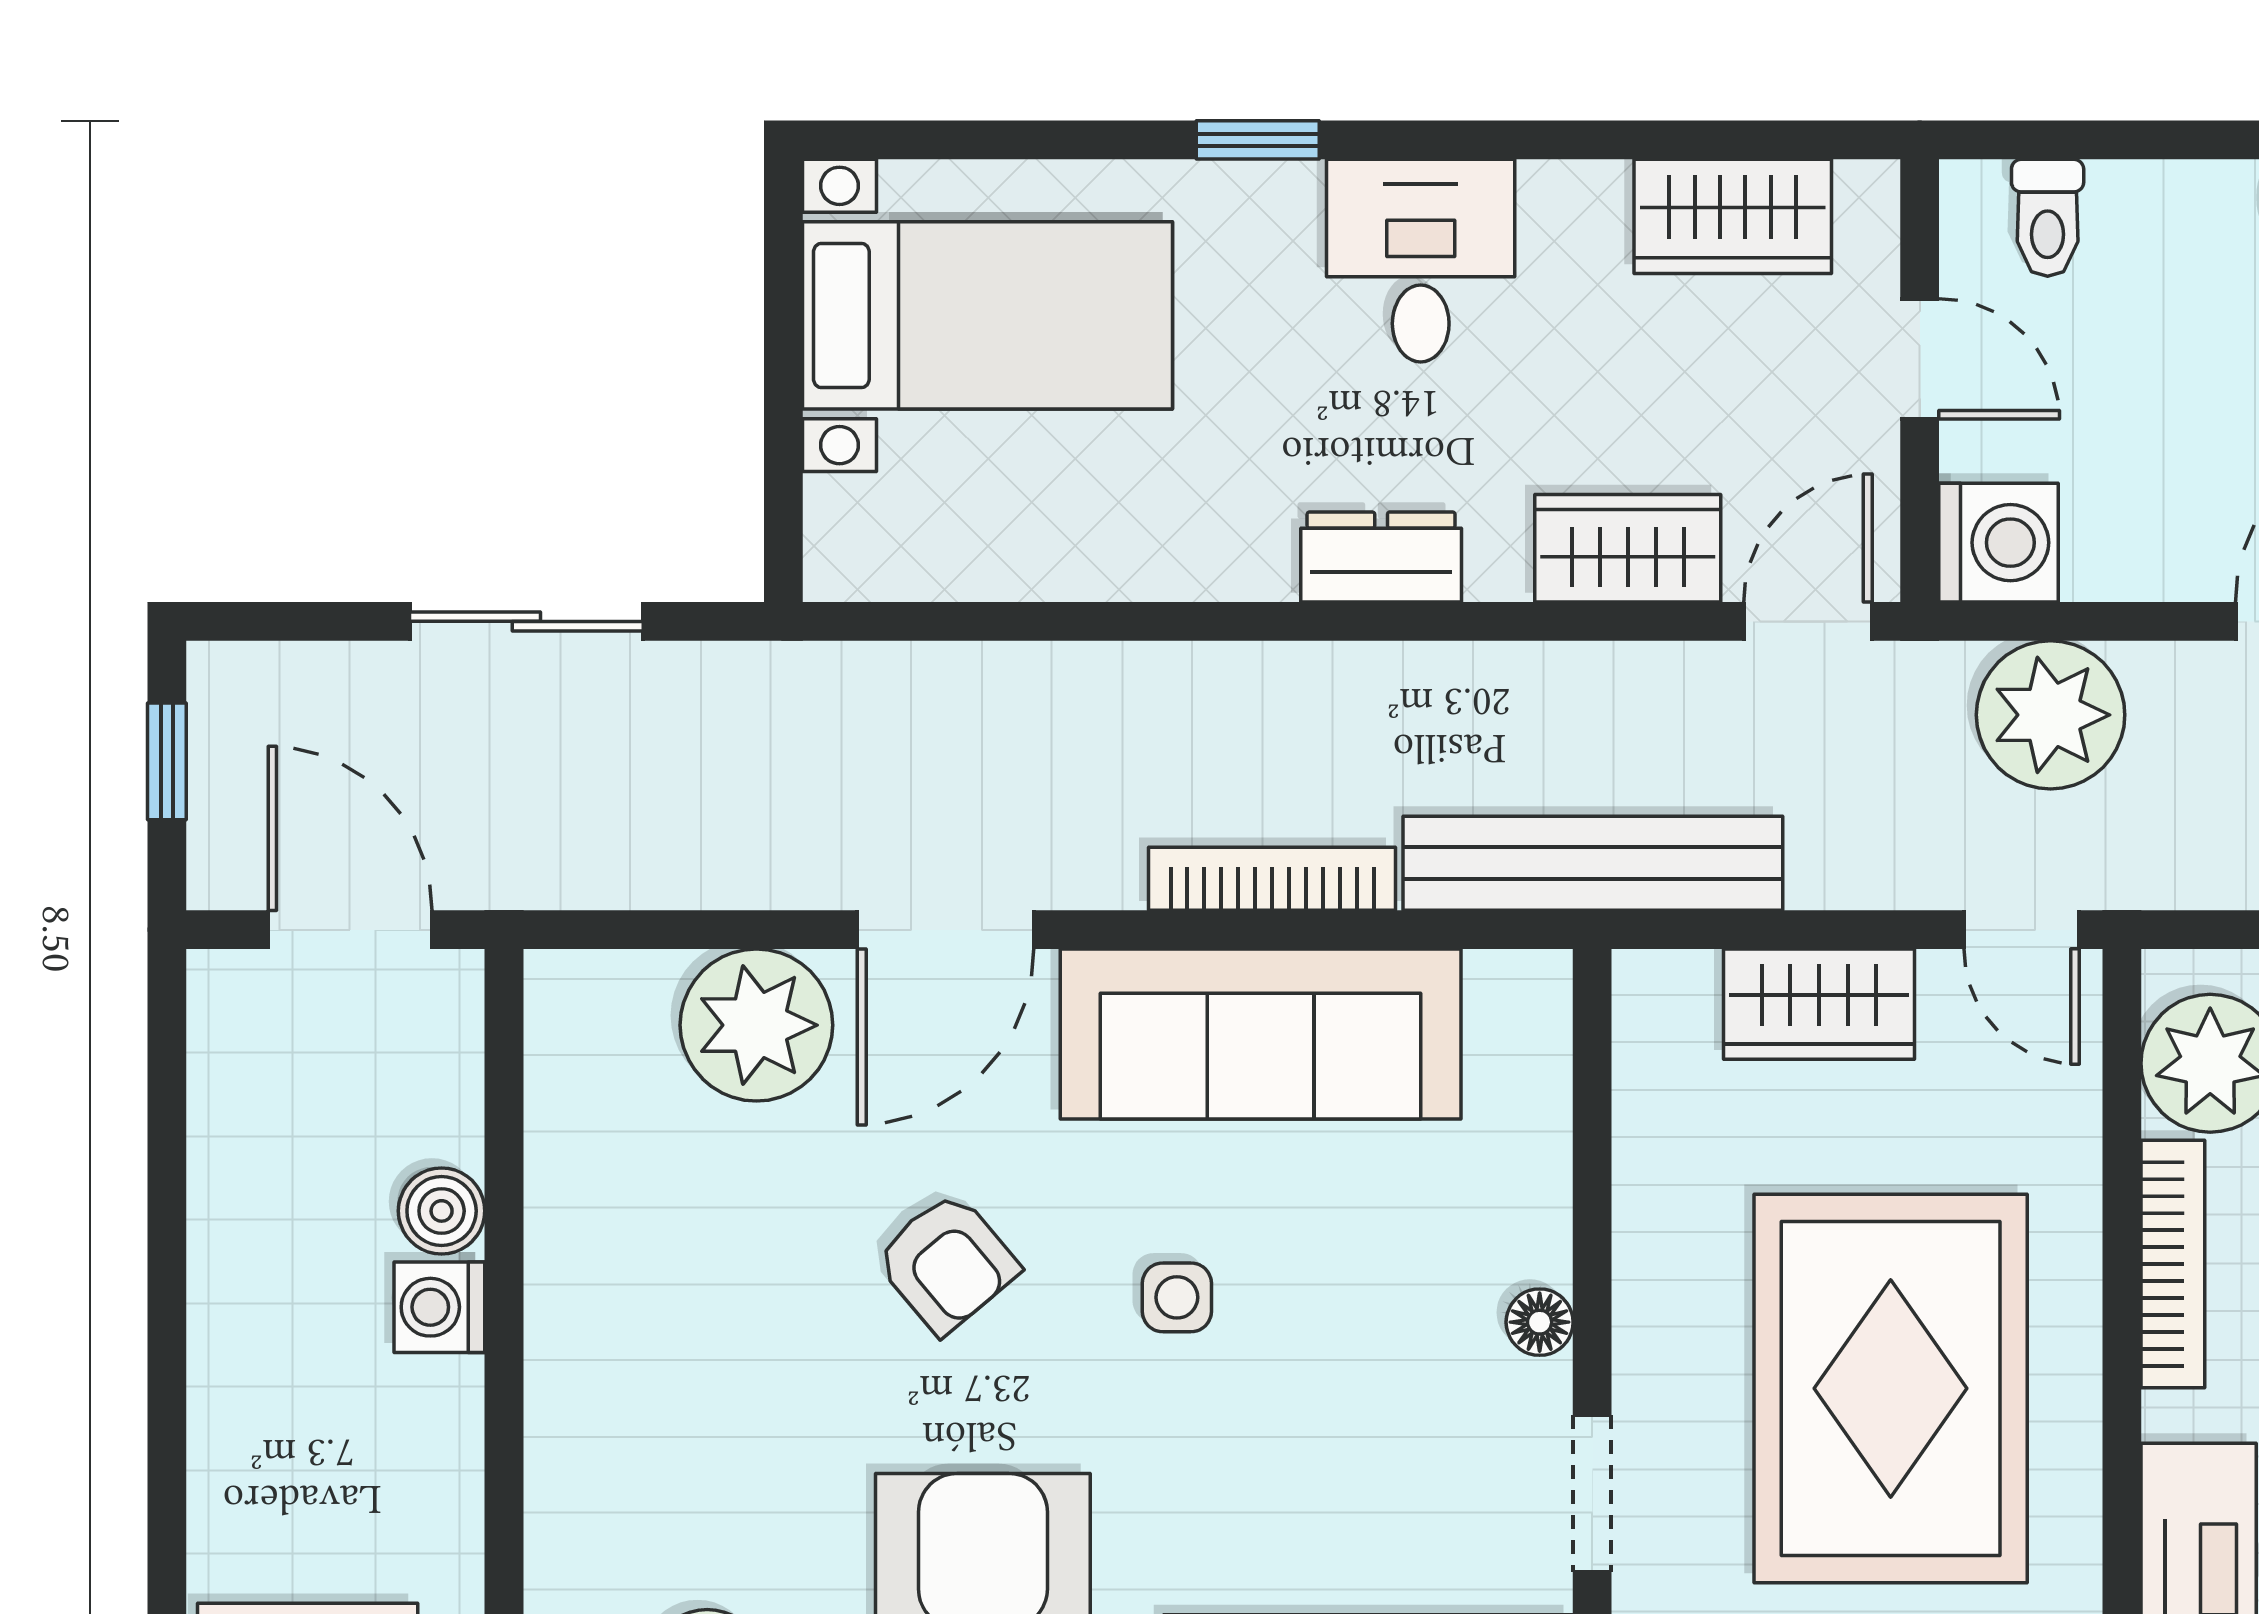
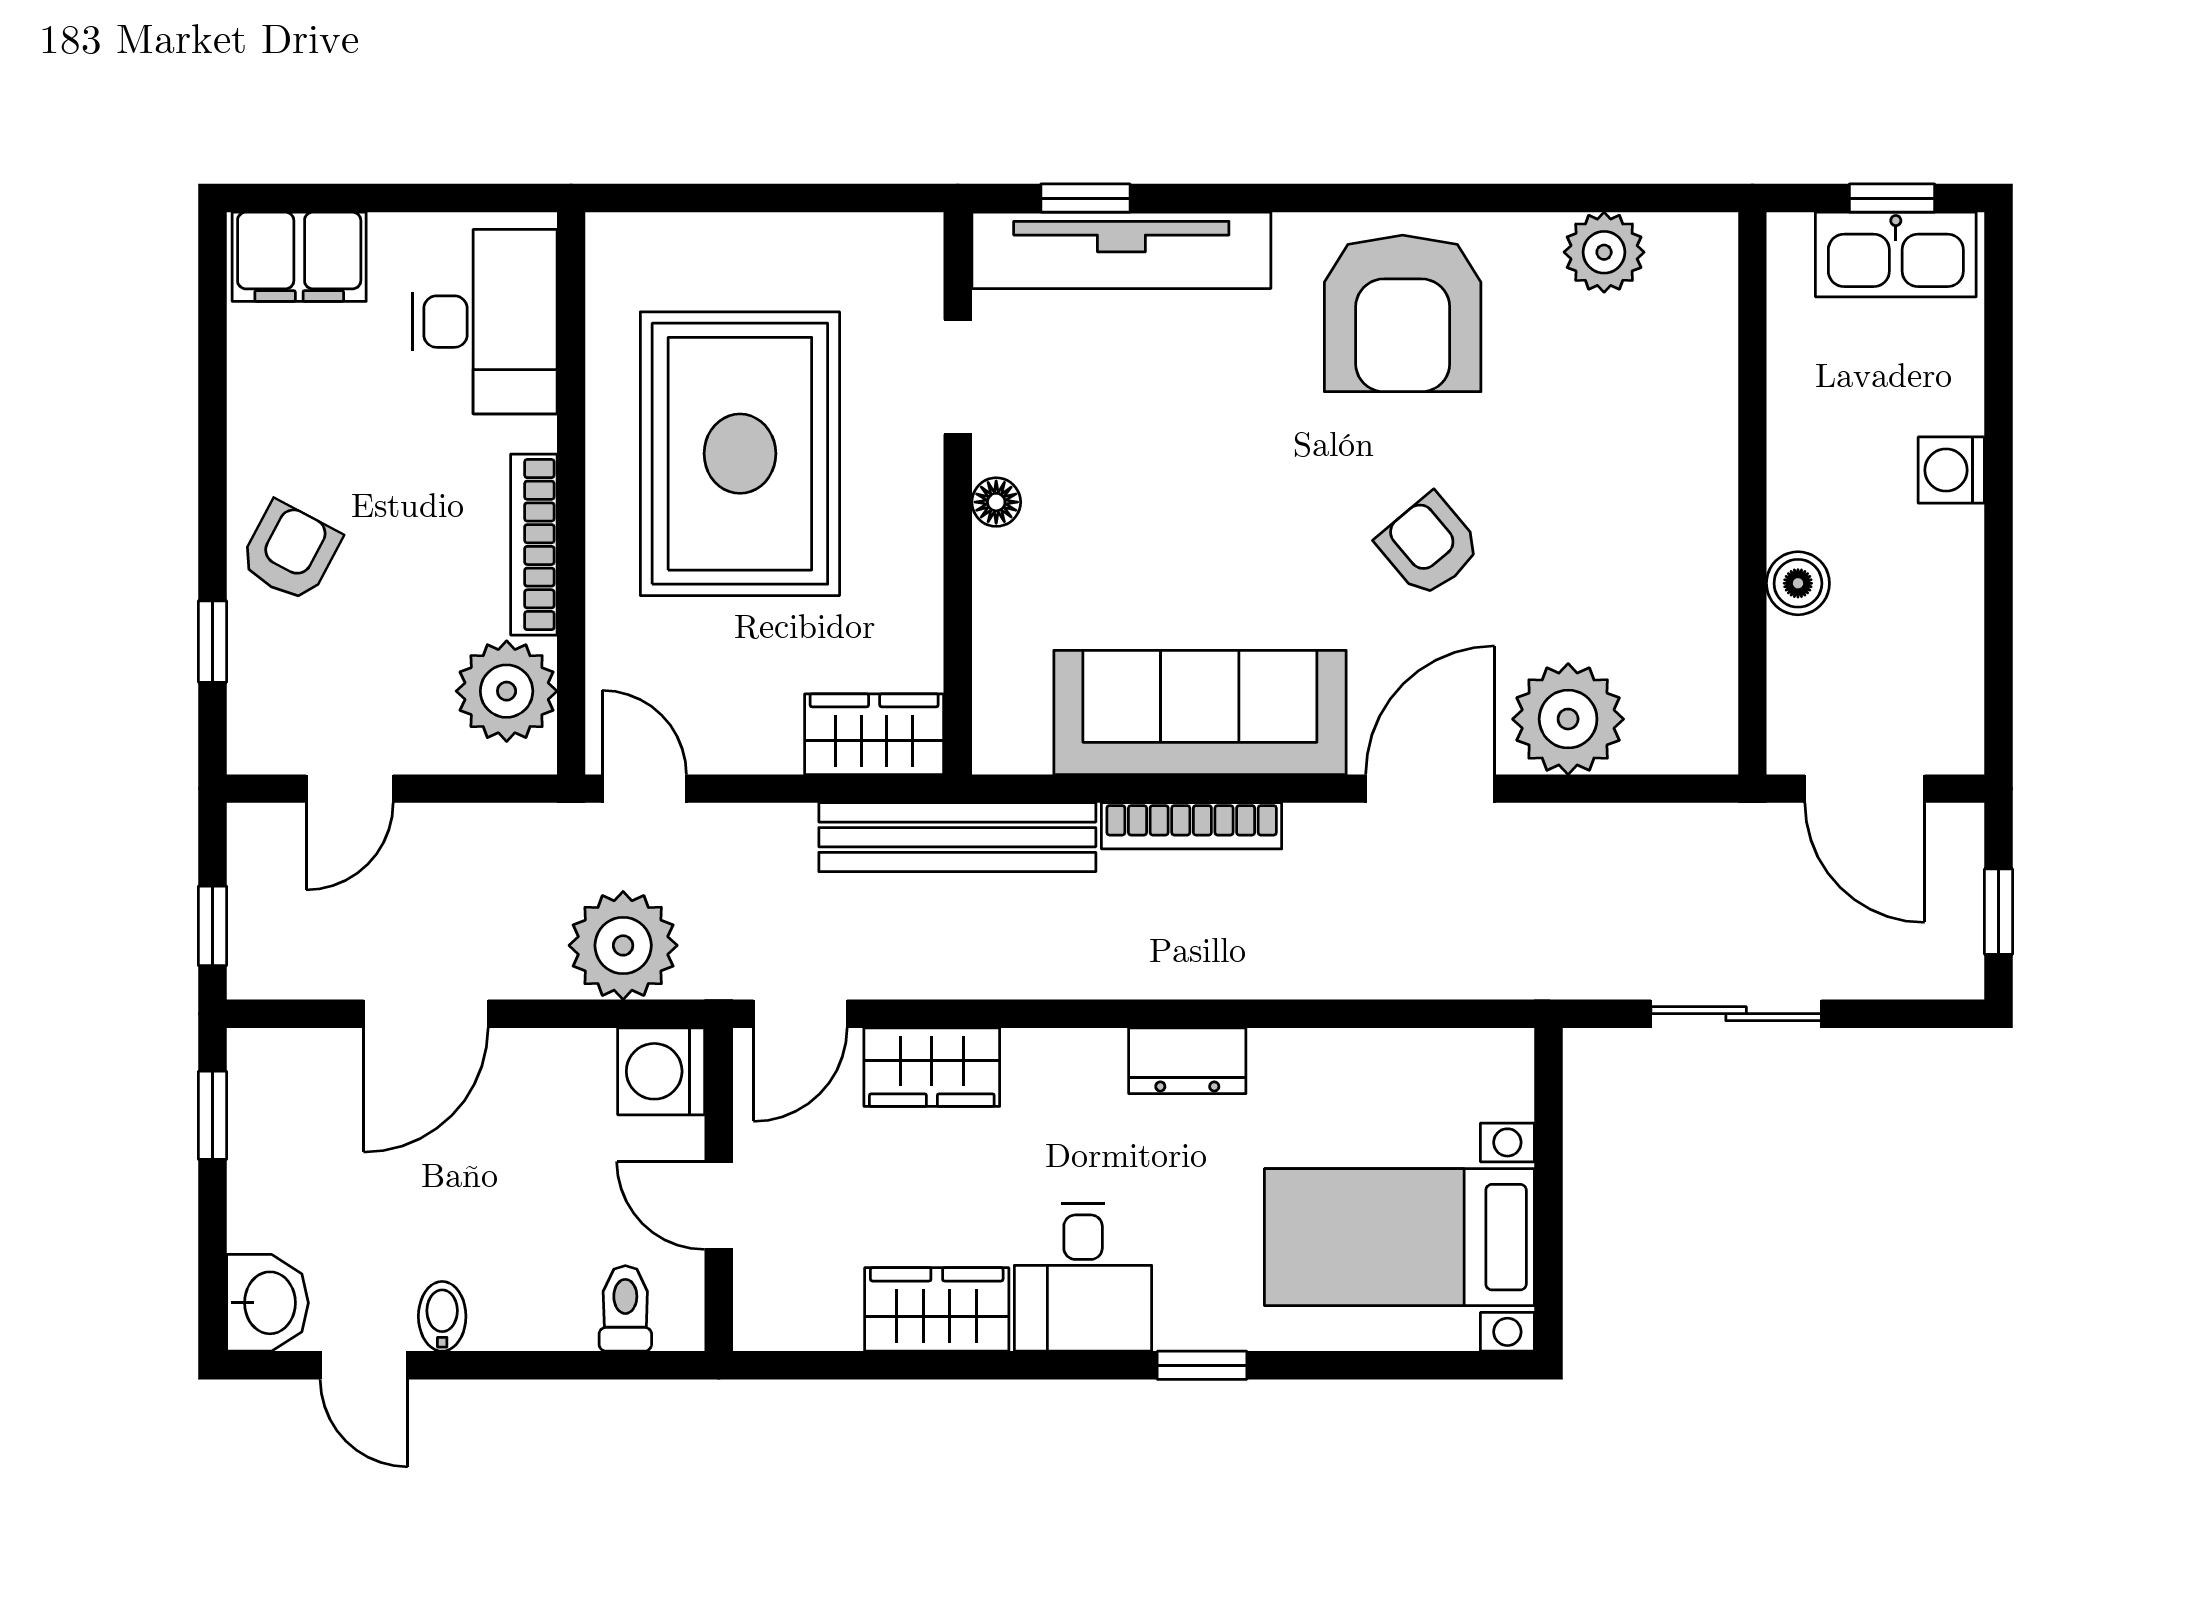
wardrobe: (1733, 216) -> (937, 1309), moved
dresser: (1381, 557) -> (1187, 1061), moved
wardrobe: (1819, 1004) -> (874, 734), moved
side table: (1177, 1297) -> (1261, 520), removed
washing machine: (439, 1307) -> (1951, 470), moved, turned 180

